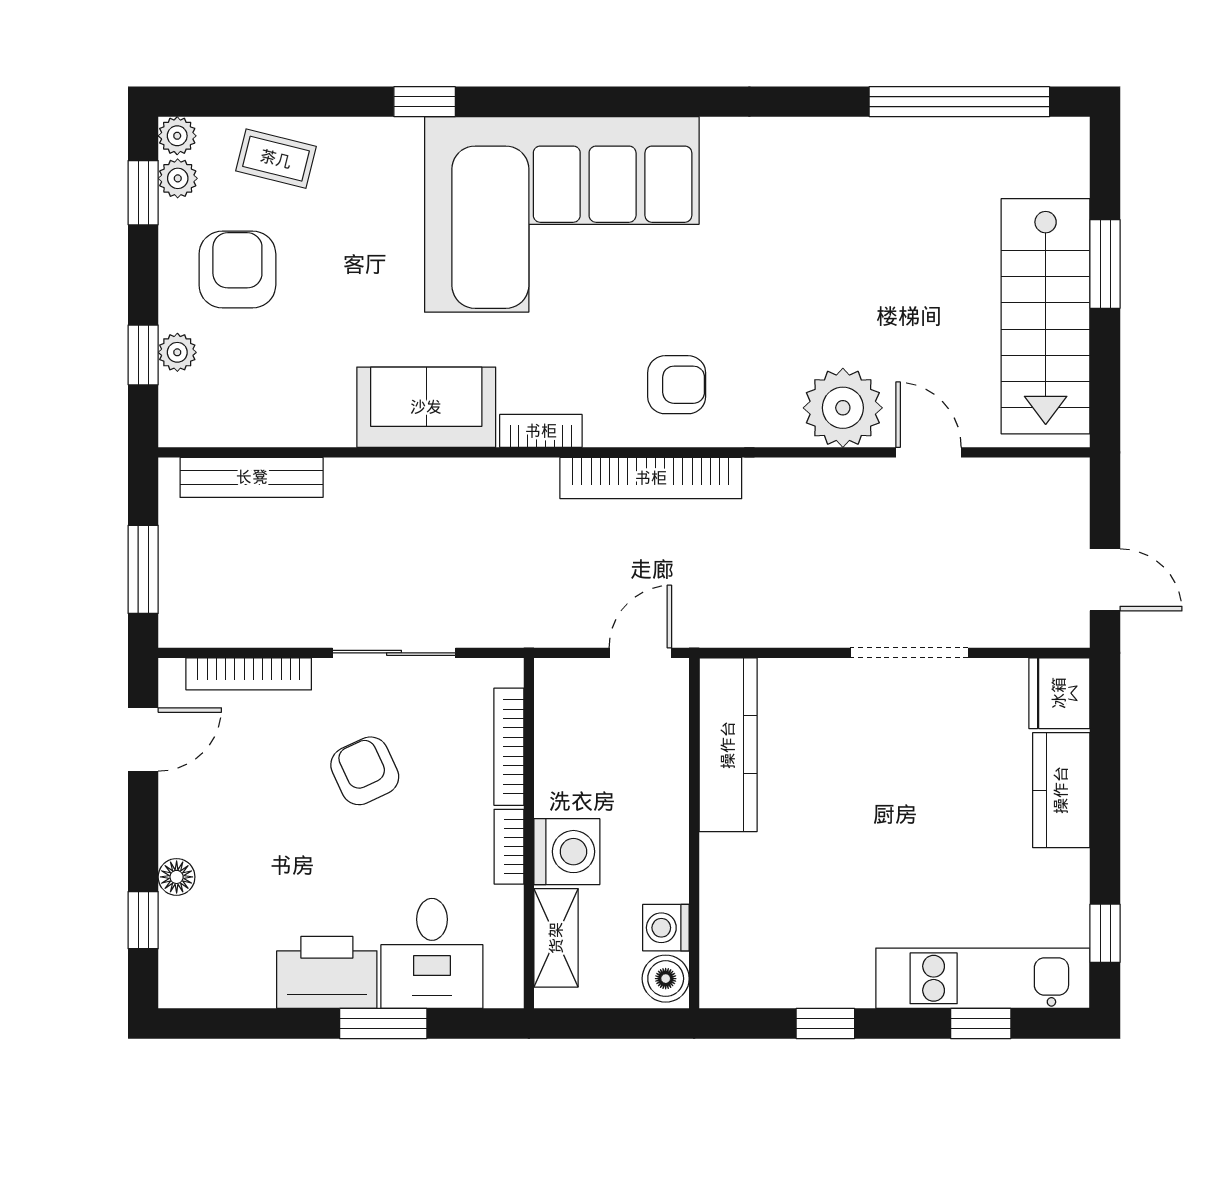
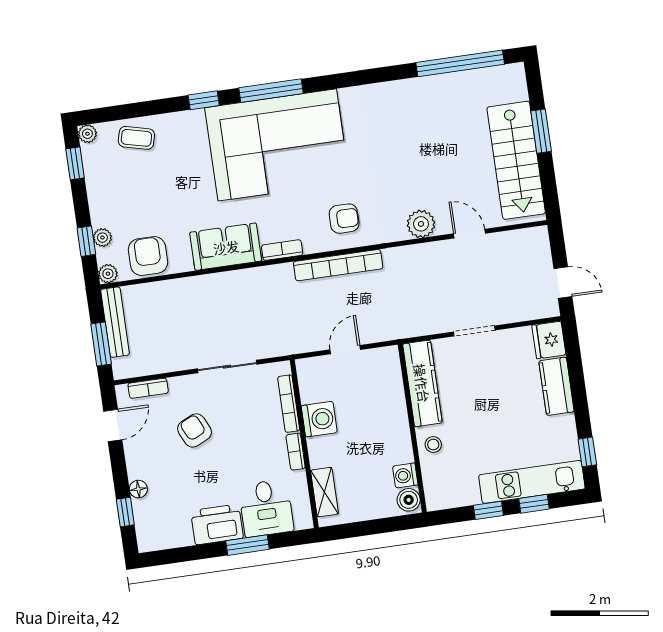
window: (565, 102) -> (271, 91), added
plant: (178, 178) -> (108, 274), moved
armchair: (237, 269) -> (148, 256), moved
plant: (843, 408) -> (421, 224), width x0.73, depth x0.73
bench: (252, 477) -> (115, 322), moved, turned 90
doorway: (909, 653) -> (474, 331), width x0.73
bookcase: (249, 674) -> (148, 388), width x0.64
kitchen counter: (728, 745) -> (422, 383), moved
armchair: (365, 771) -> (195, 430), moved
wall: (694, 833) -> (412, 428), moved
washing machine: (567, 852) -> (319, 419), moved
stool: (792, 873) -> (433, 445), added
washing machine: (666, 928) -> (405, 475), moved
boiler: (666, 979) -> (409, 500), moved
window: (825, 1023) -> (488, 510), moved

